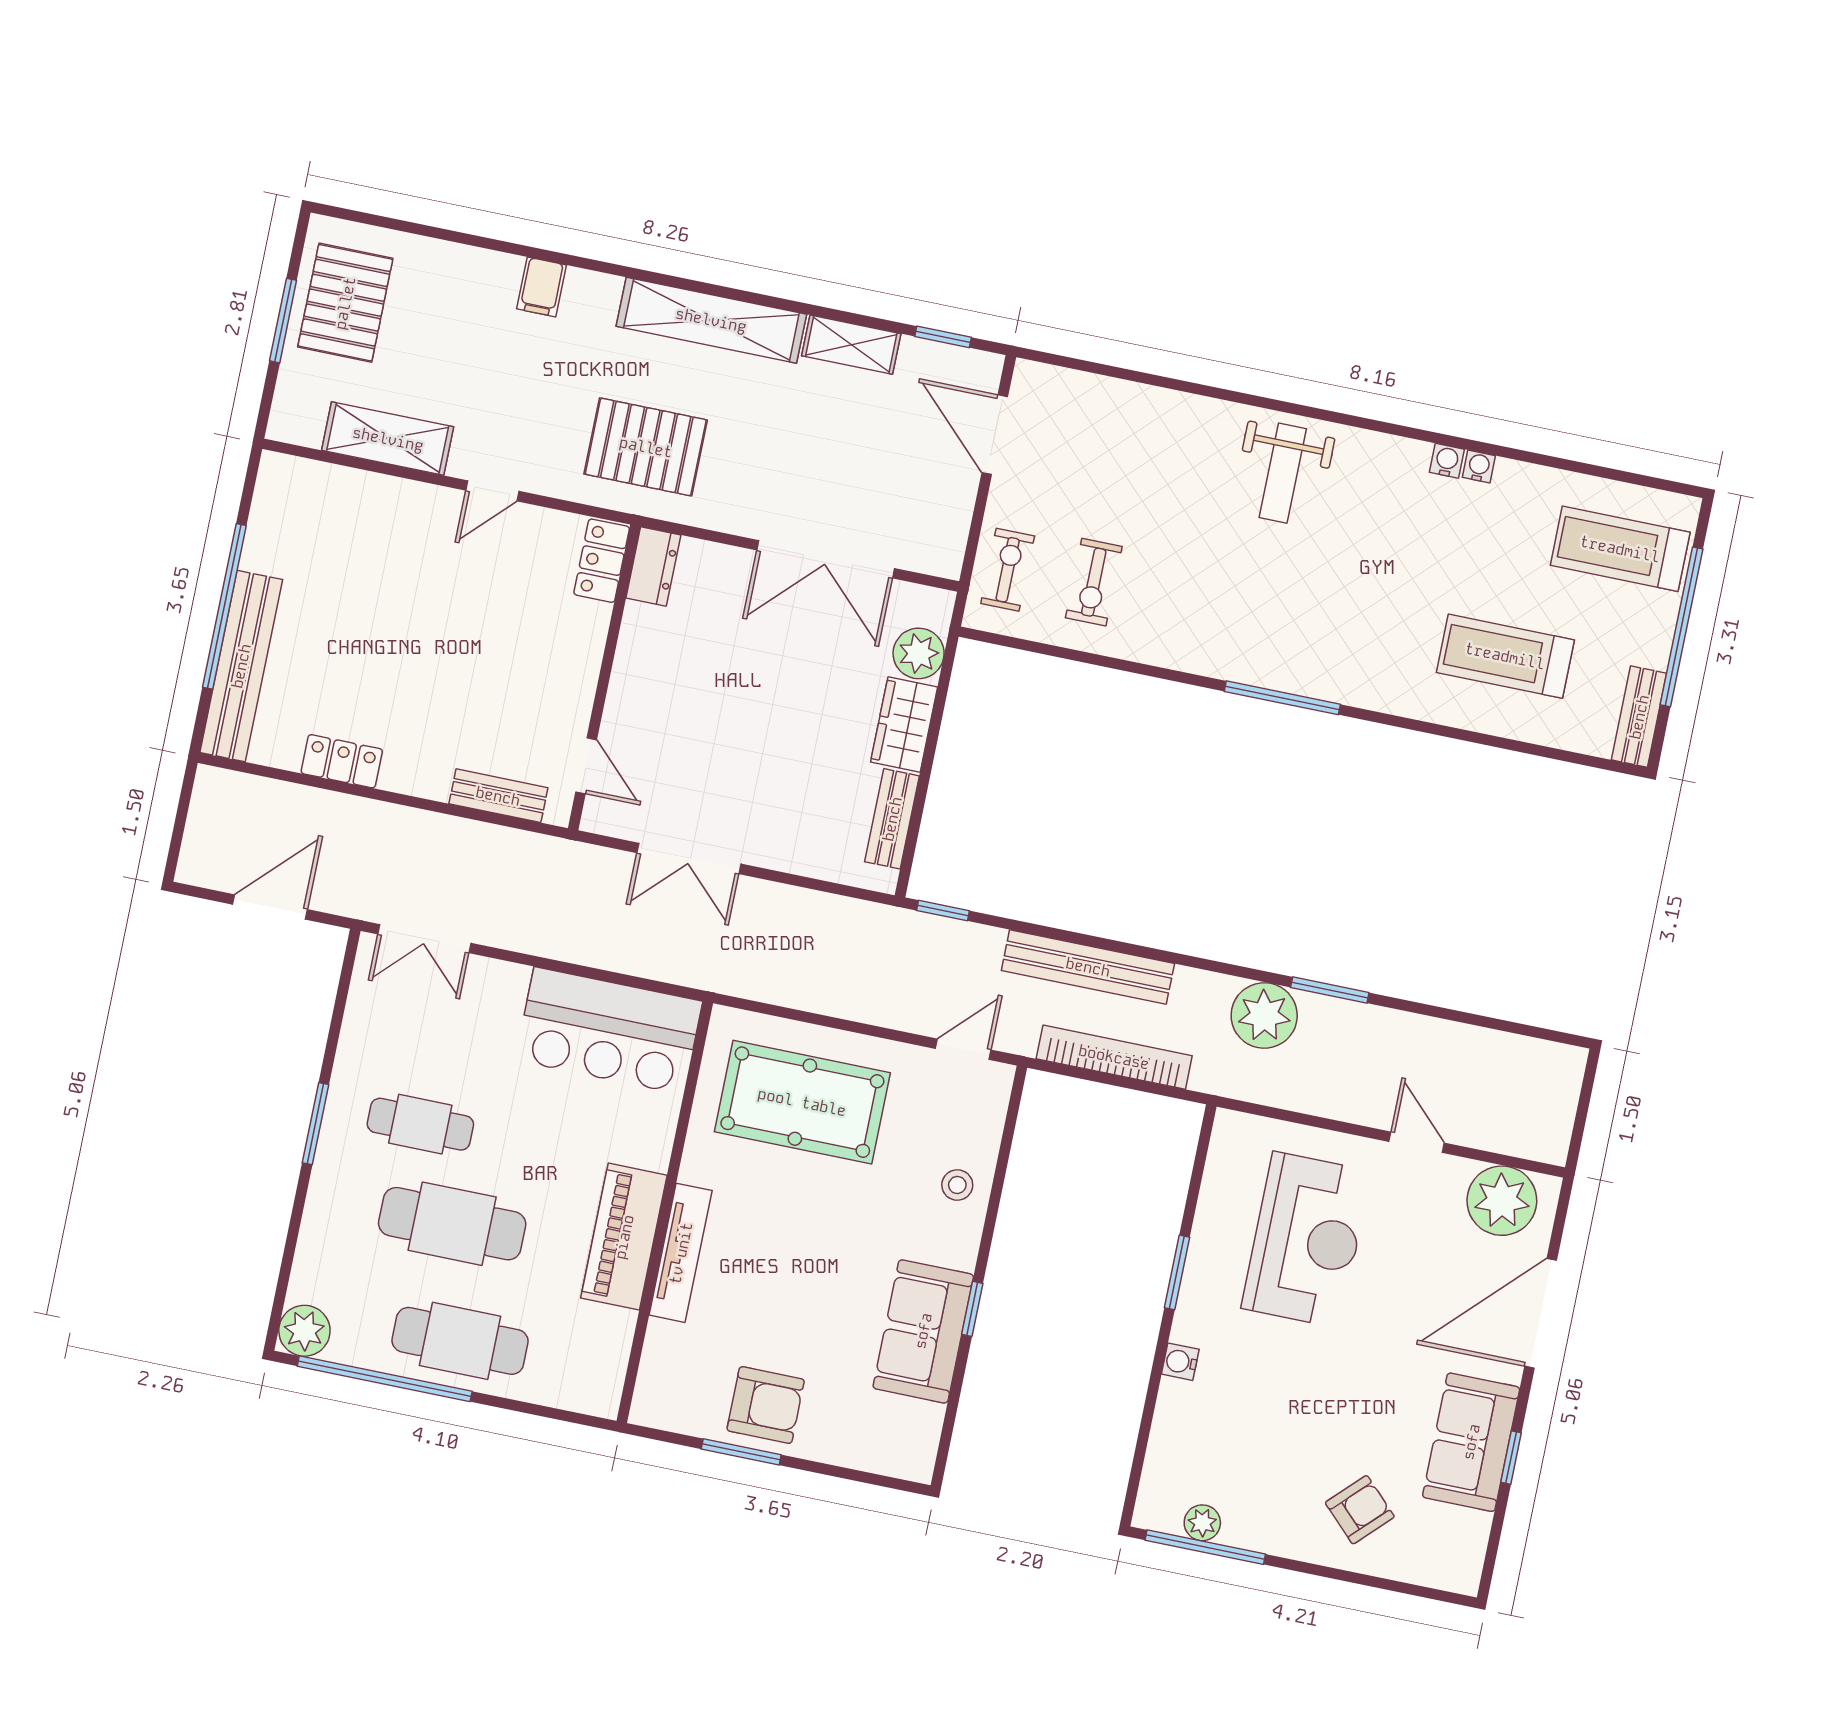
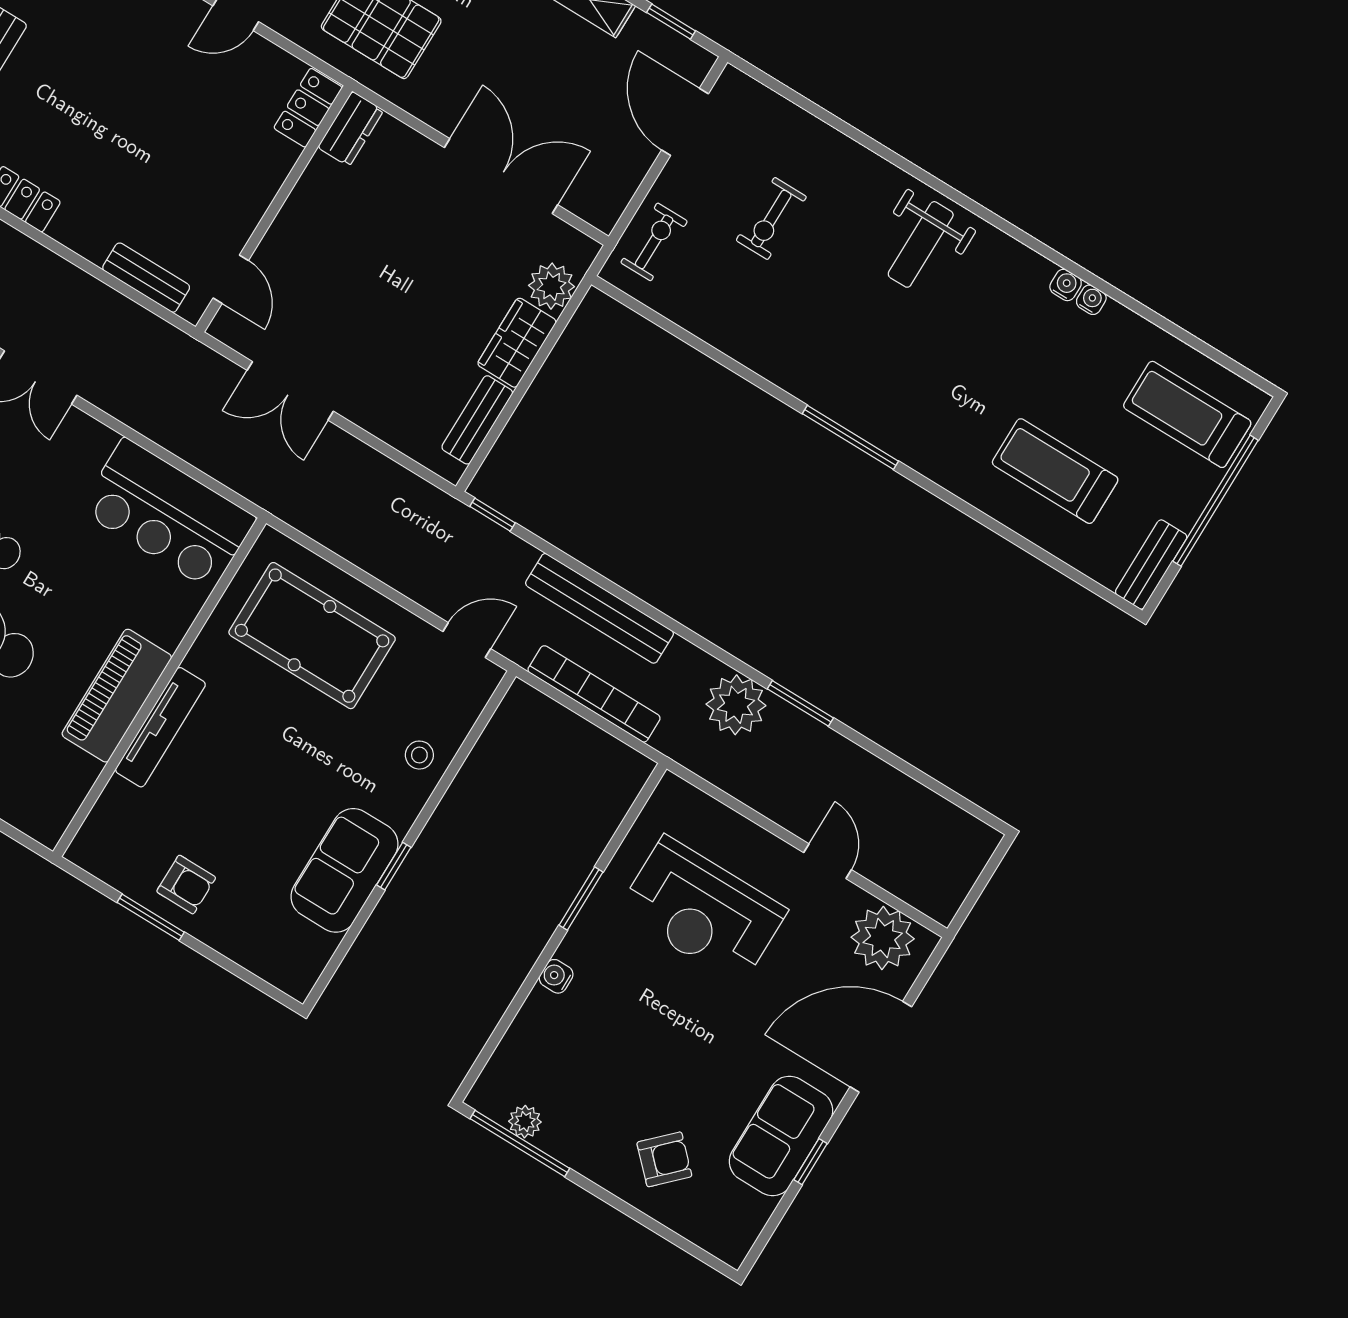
double door: (826, 559) -> (501, 176), swing flipped
exercise bike: (1094, 582) -> (771, 219), moved
reception desk: (1306, 1240) -> (702, 911), turned 90
armchair: (766, 1405) -> (186, 885), width x0.72, depth x0.72

